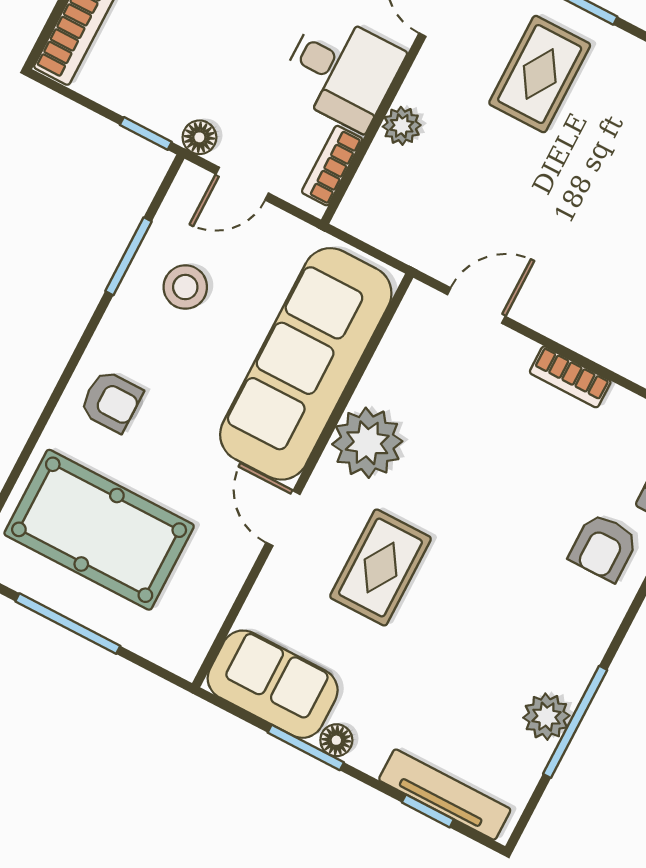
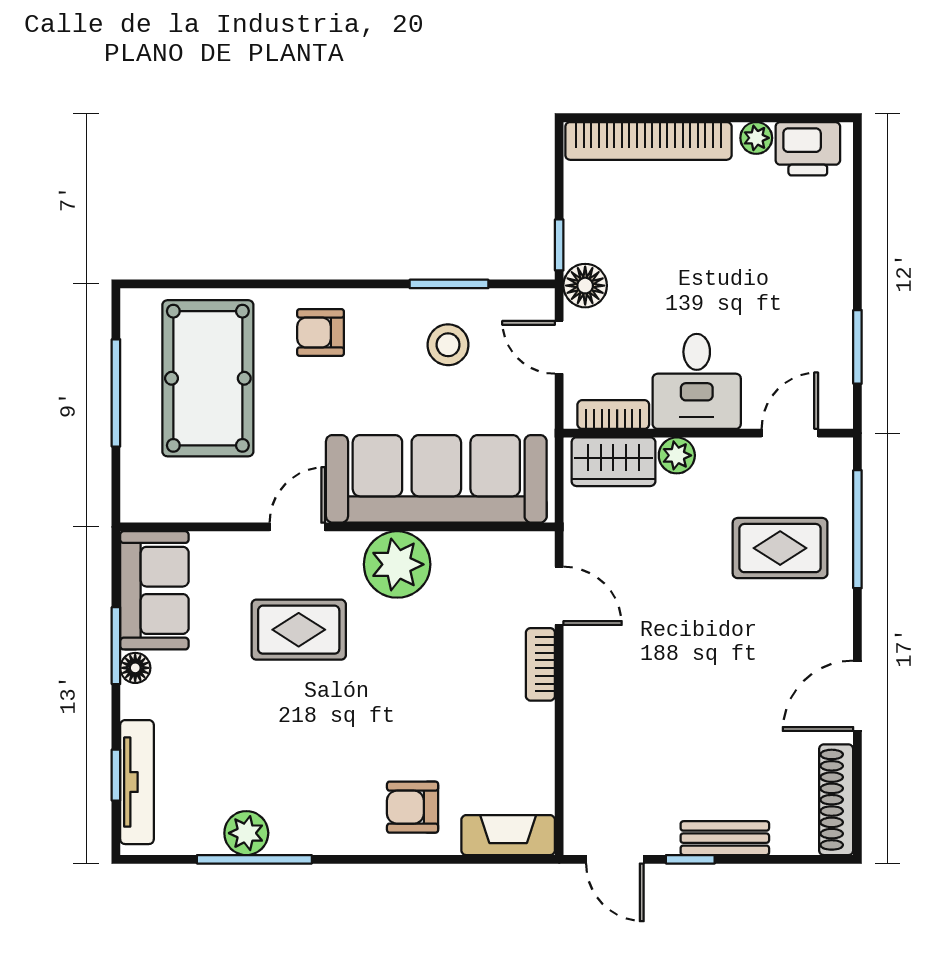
floor lamp: (199, 137) -> (585, 286), width x1.37, depth x1.37
wardrobe: (377, 189) -> (613, 462), added
bookcase: (570, 377) -> (540, 664), moved
armchair: (111, 401) -> (320, 333), turned 90

